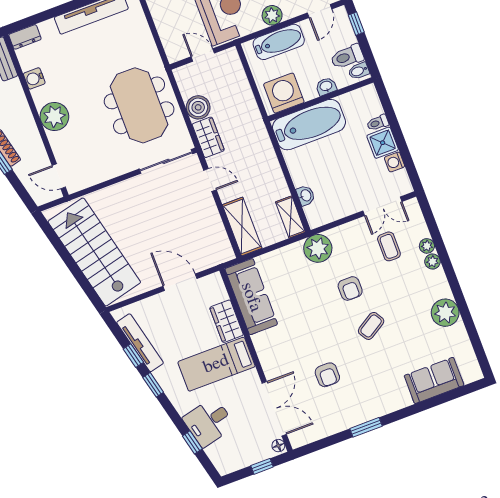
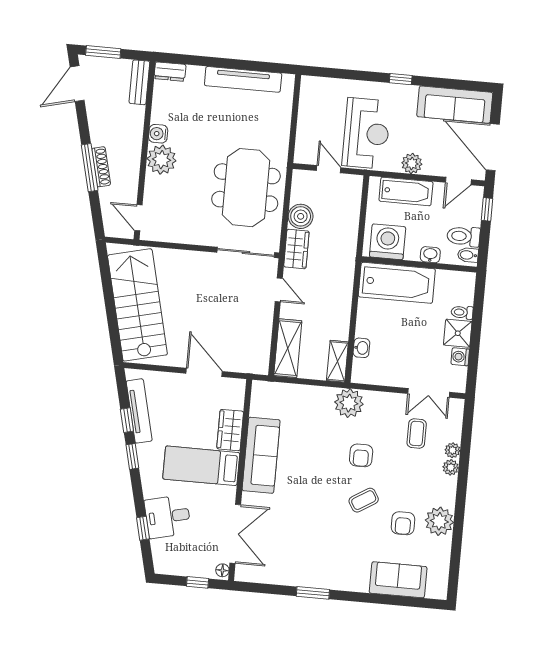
water cooler: (34, 78) -> (158, 134), moved
sofa: (251, 297) -> (261, 455), moved
armchair: (327, 375) -> (403, 523), moved

